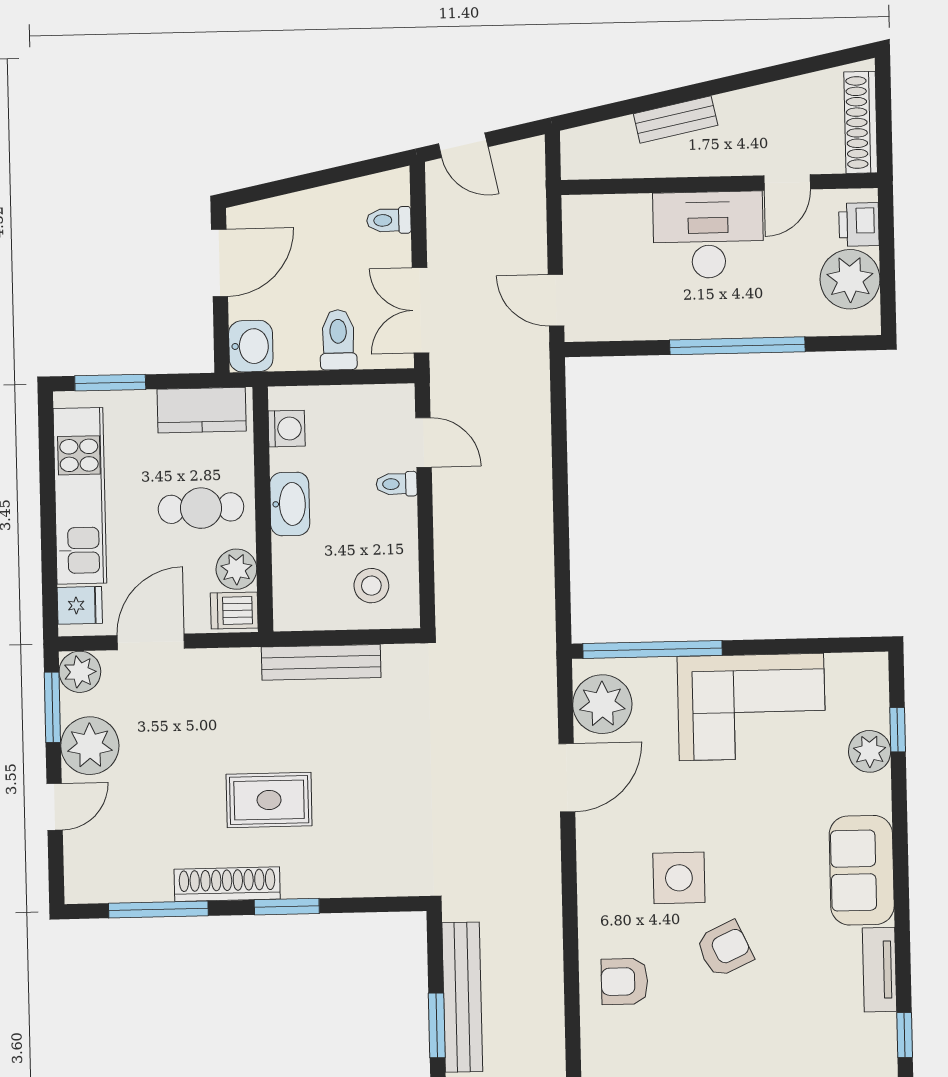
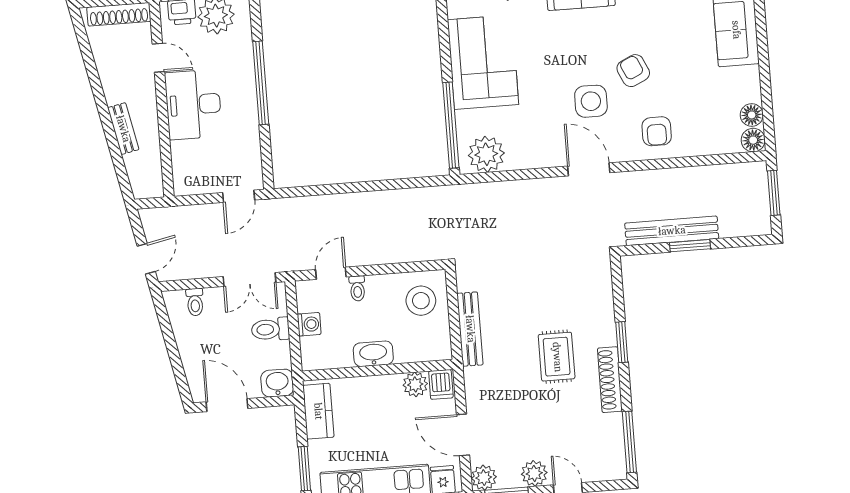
washing machine: (287, 429) -> (309, 324), moved, turned 90
cafe table: (201, 508) -> (379, 408), removed
stool: (371, 586) -> (421, 301), width x1.38, depth x1.38
plant: (90, 746) -> (534, 473), width x0.73, depth x0.73
door: (567, 778) -> (589, 169), moved
window: (158, 910) -> (629, 442), moved

